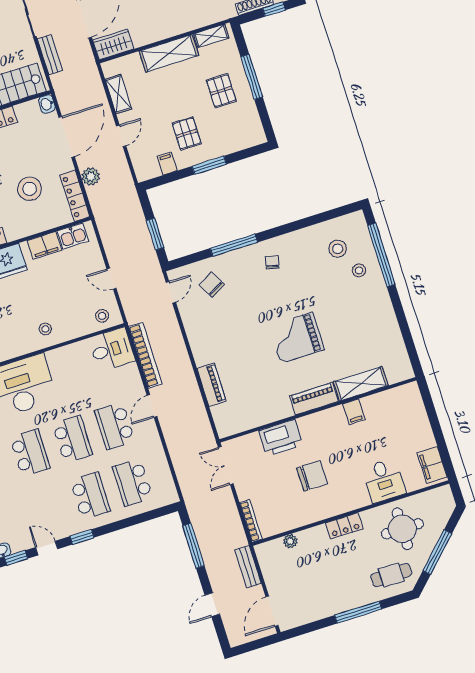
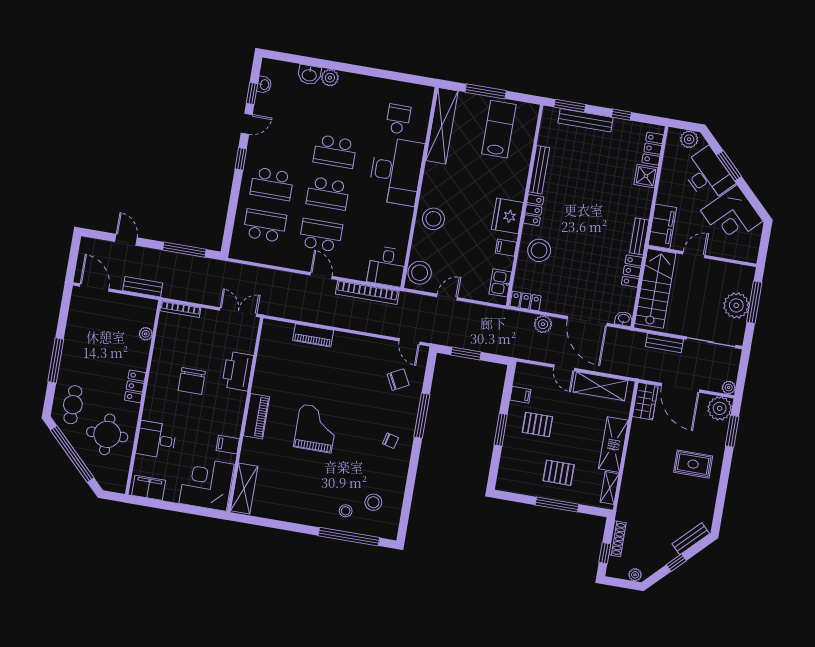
shelving: (118, 94) -> (600, 386), width x1.50, depth x1.33
stool: (30, 189) -> (539, 250), moved
locker: (75, 196) -> (526, 301), width x0.66
filing cabinet: (44, 245) -> (506, 248), width x0.50
stool: (102, 316) -> (420, 273), width x1.89, depth x1.89
stool: (45, 329) -> (433, 219), width x1.89, depth x1.89
shelving: (361, 384) -> (244, 489), moved
corner desk: (401, 413) -> (206, 484), added
window: (437, 552) -> (72, 454), width x1.46

